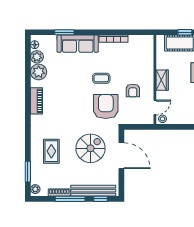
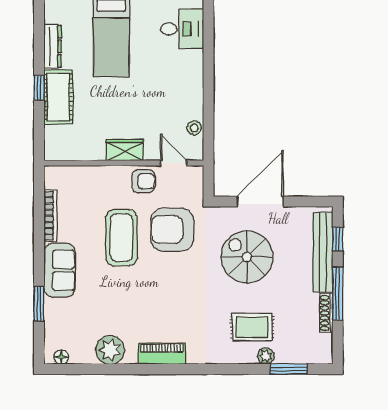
sofa: (78, 44) -> (60, 270), width x0.73
plant: (37, 57) -> (83, 353), removed
coffee table: (101, 78) -> (121, 238), width x1.86, depth x1.72
wall: (155, 80) -> (124, 163), moved
wardrobe: (162, 80) -> (125, 150), moved
door: (155, 107) -> (174, 163), moved
plant: (35, 189) -> (266, 356), moved

